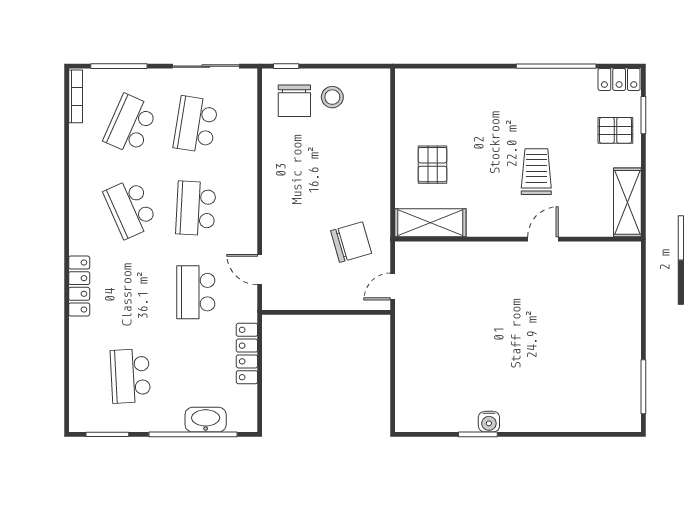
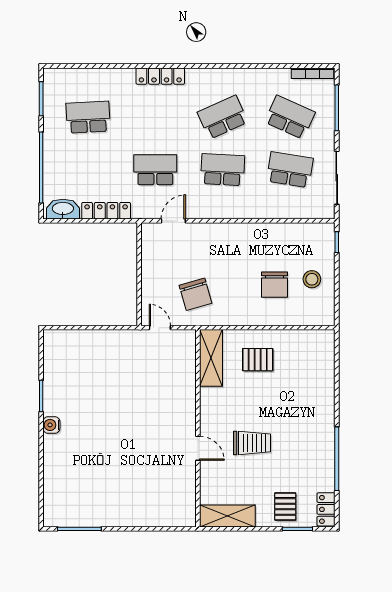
chair: (294, 101) -> (275, 285), moved, turned -90
washbasin: (206, 420) -> (63, 209), moved, turned -90
water cooler: (489, 422) -> (51, 425), moved

